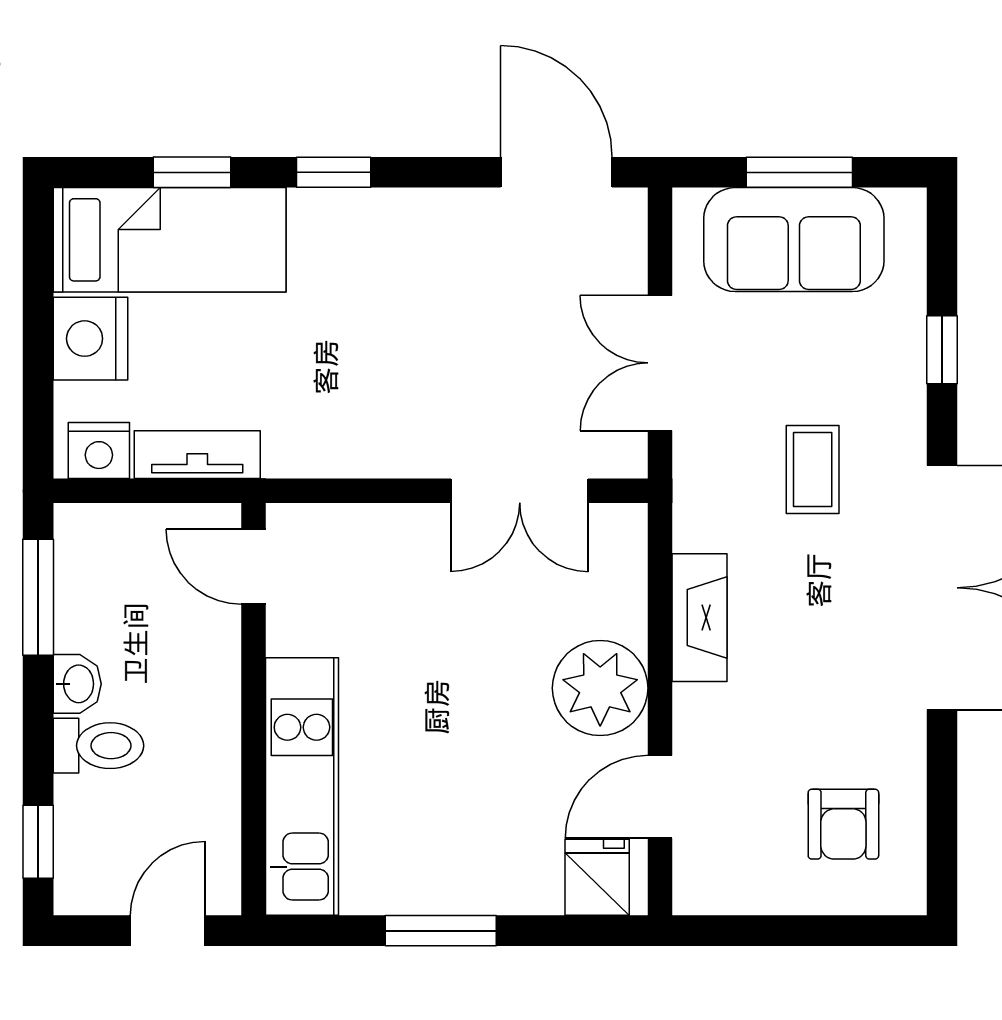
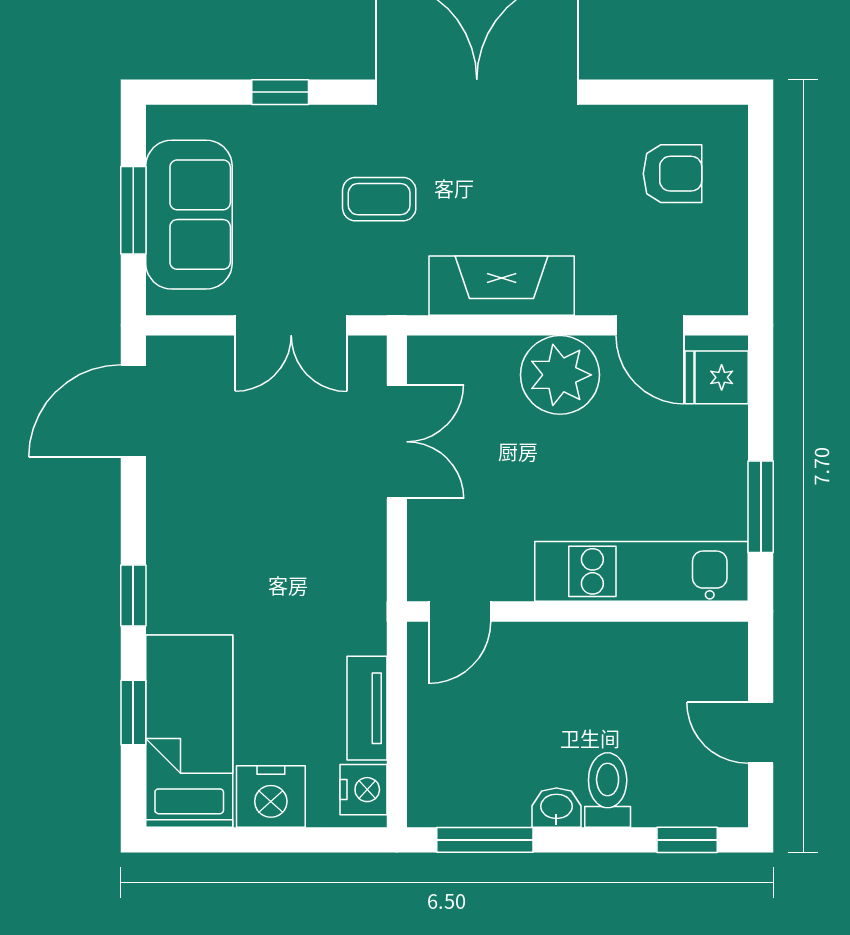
door: (253, 567) -> (460, 611), moved
fireplace: (699, 618) -> (502, 286), width x1.37, depth x1.32
wall: (253, 709) -> (577, 611), moved
kitchen unit: (302, 787) -> (641, 571), moved

